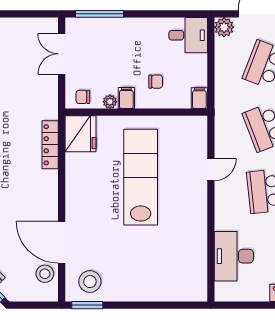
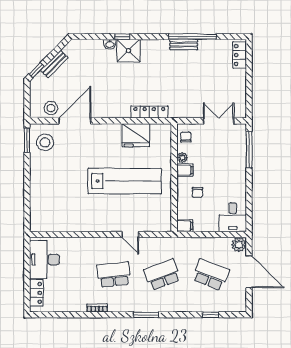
fridge: (80, 134) -> (136, 135), moved
desk: (234, 256) -> (45, 259), moved, turned -90

